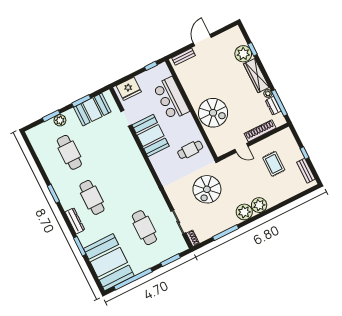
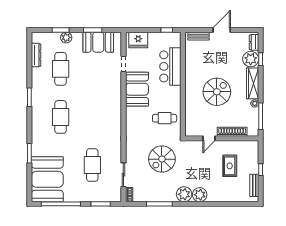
dresser: (273, 106) -> (254, 42), moved
spiral stairs: (213, 113) -> (217, 92), moved, turned -90
door: (241, 148) -> (209, 138), hinge flipped
dresser: (75, 221) -> (36, 55), moved

